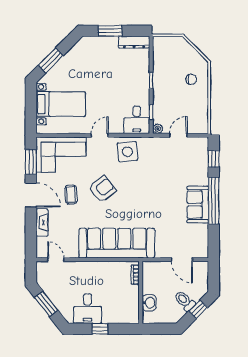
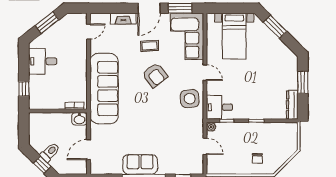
washbasin: (149, 303) -> (79, 119), moved
window: (100, 329) -> (24, 89), moved

